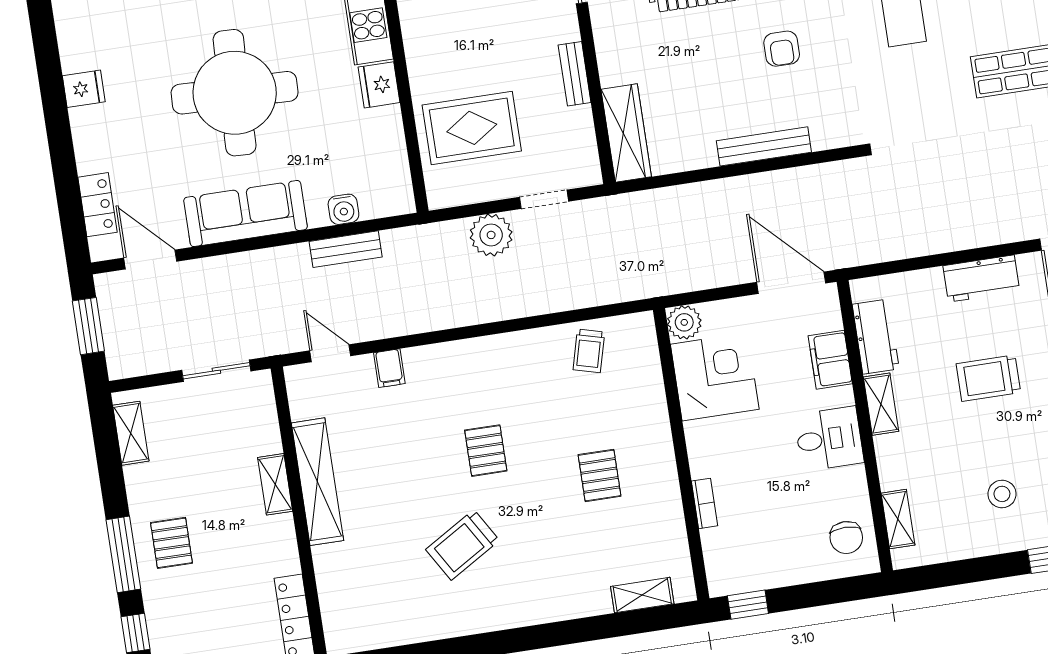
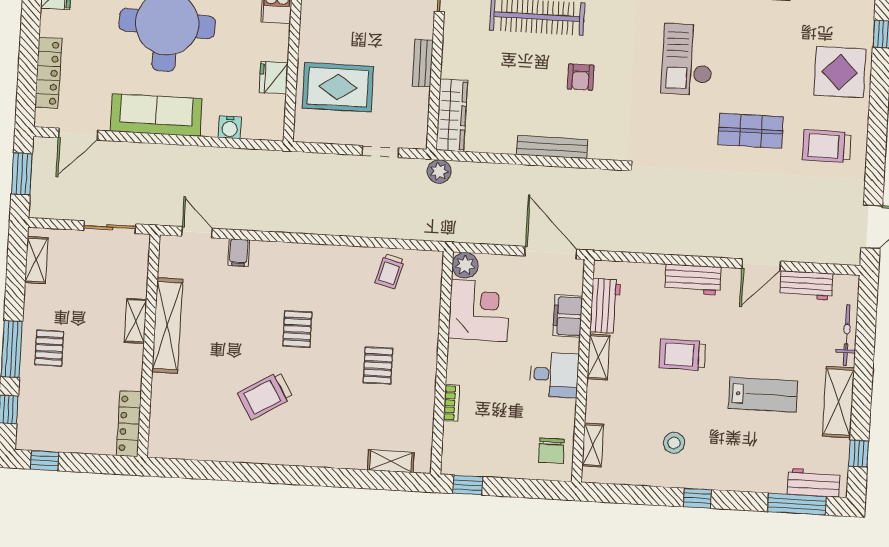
fridge: (379, 85) -> (274, 78), moved
locker: (97, 205) -> (48, 73), width x1.53
plant: (491, 235) -> (439, 171), moved, width x0.73, depth x0.73
bench: (346, 249) -> (225, 157), removed
door: (150, 260) -> (78, 134), swing flipped

